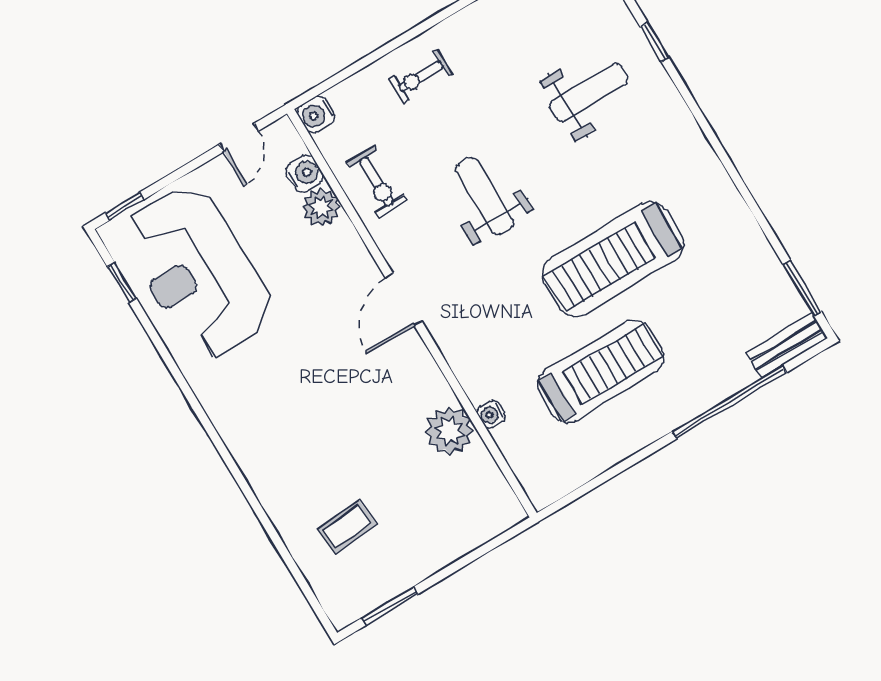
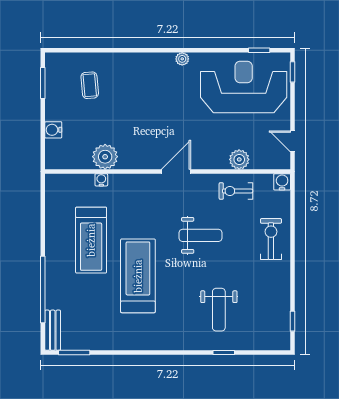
exercise bike: (421, 76) -> (271, 239), width x1.38, depth x1.39
water cooler: (305, 173) -> (53, 130), moved, turned 90
door: (404, 299) -> (176, 171), hinge flipped
plant: (212, 401) -> (182, 59), added

